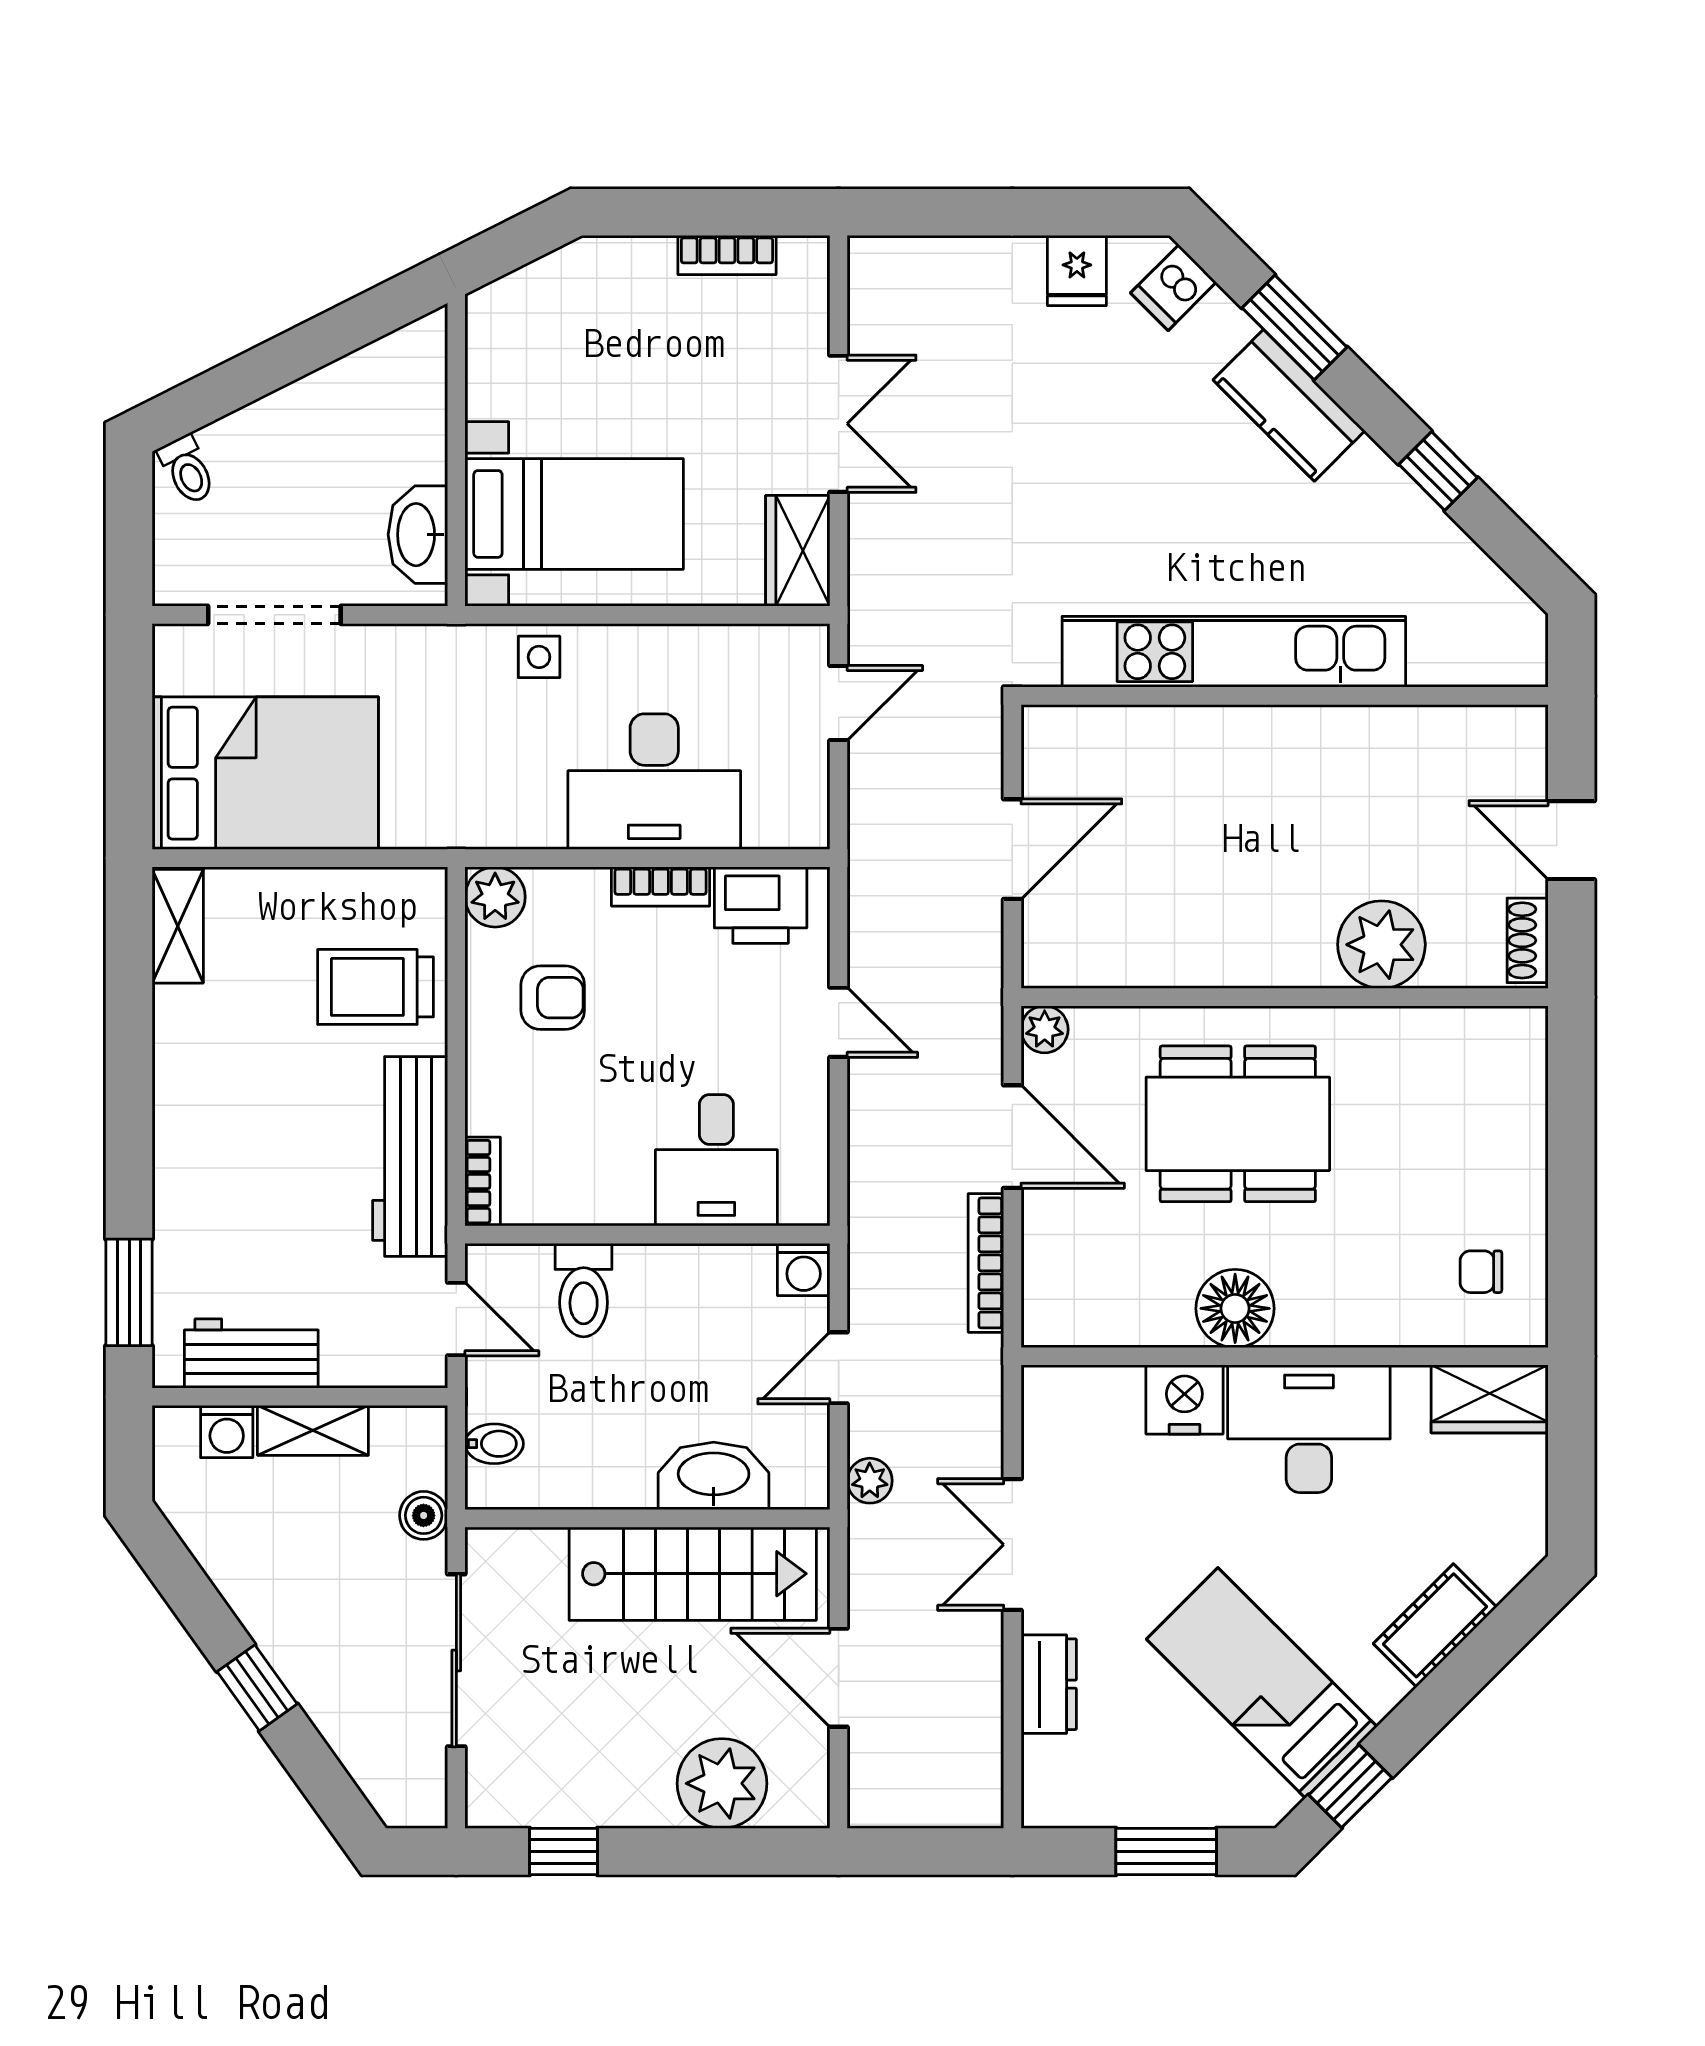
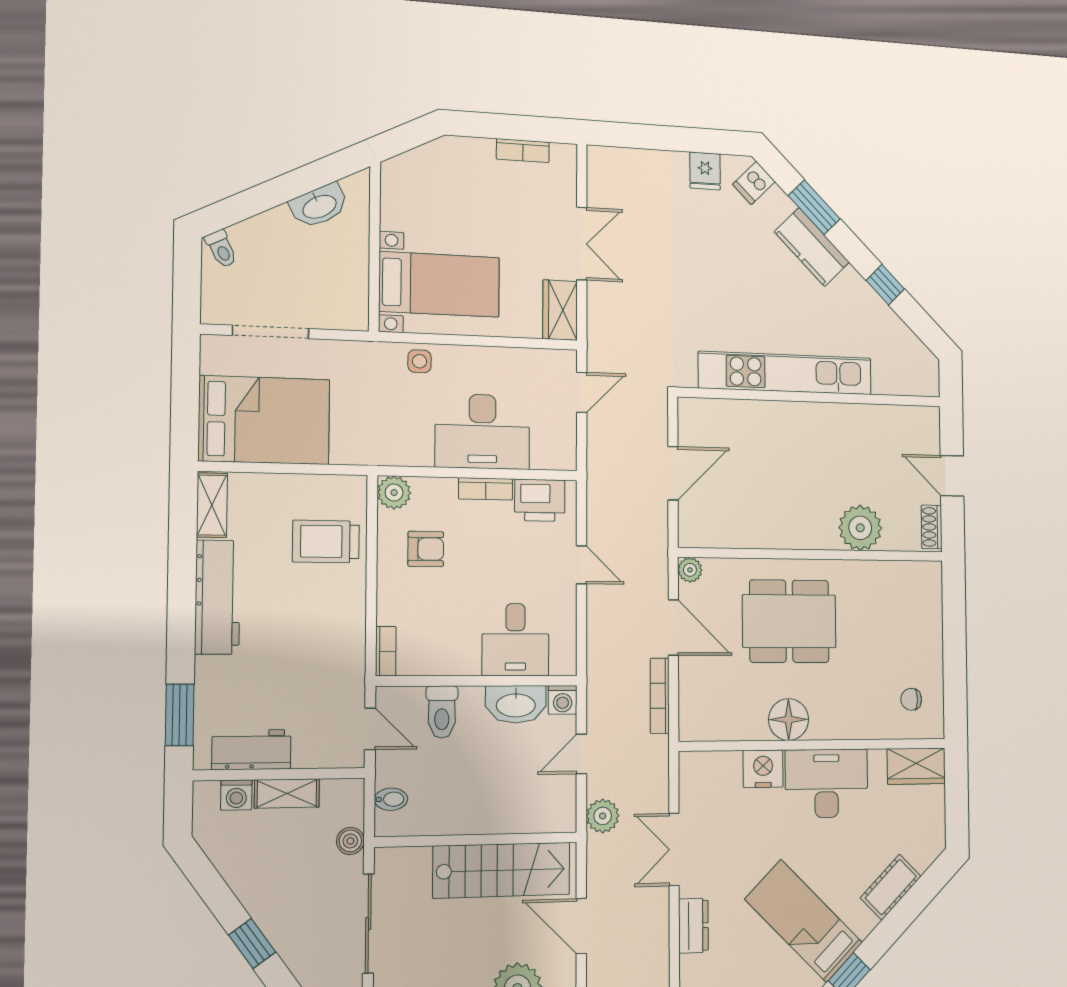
washbasin: (418, 535) -> (319, 206), moved, turned -117
workbench: (410, 1156) -> (218, 597), moved, turned 180
washbasin: (714, 1476) -> (516, 704), moved, turned 180
plant: (870, 1481) -> (603, 816), width x1.38, depth x1.38

